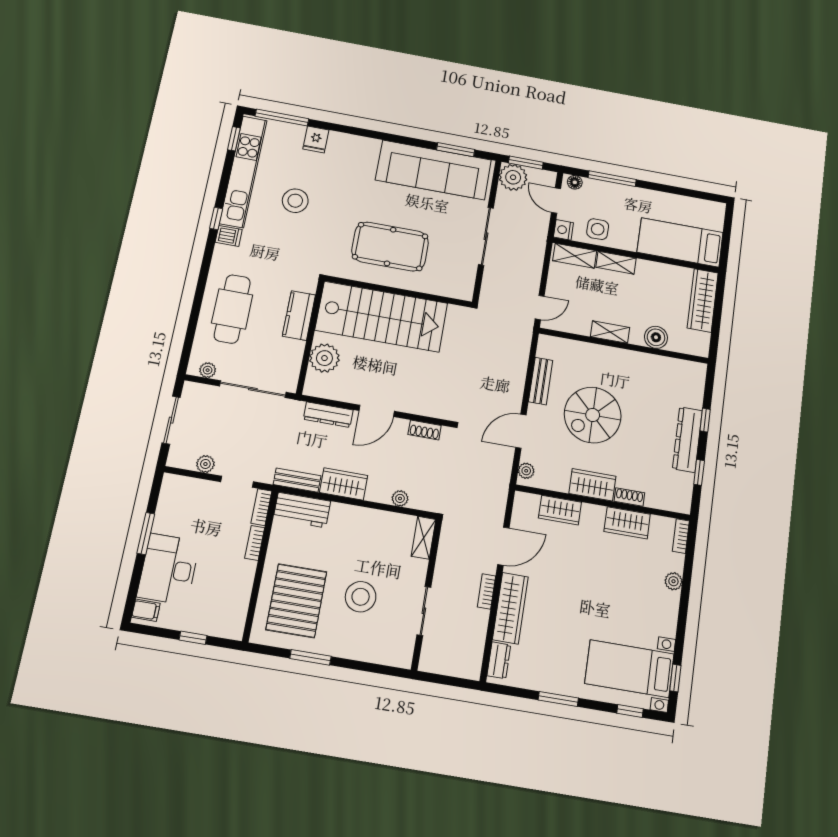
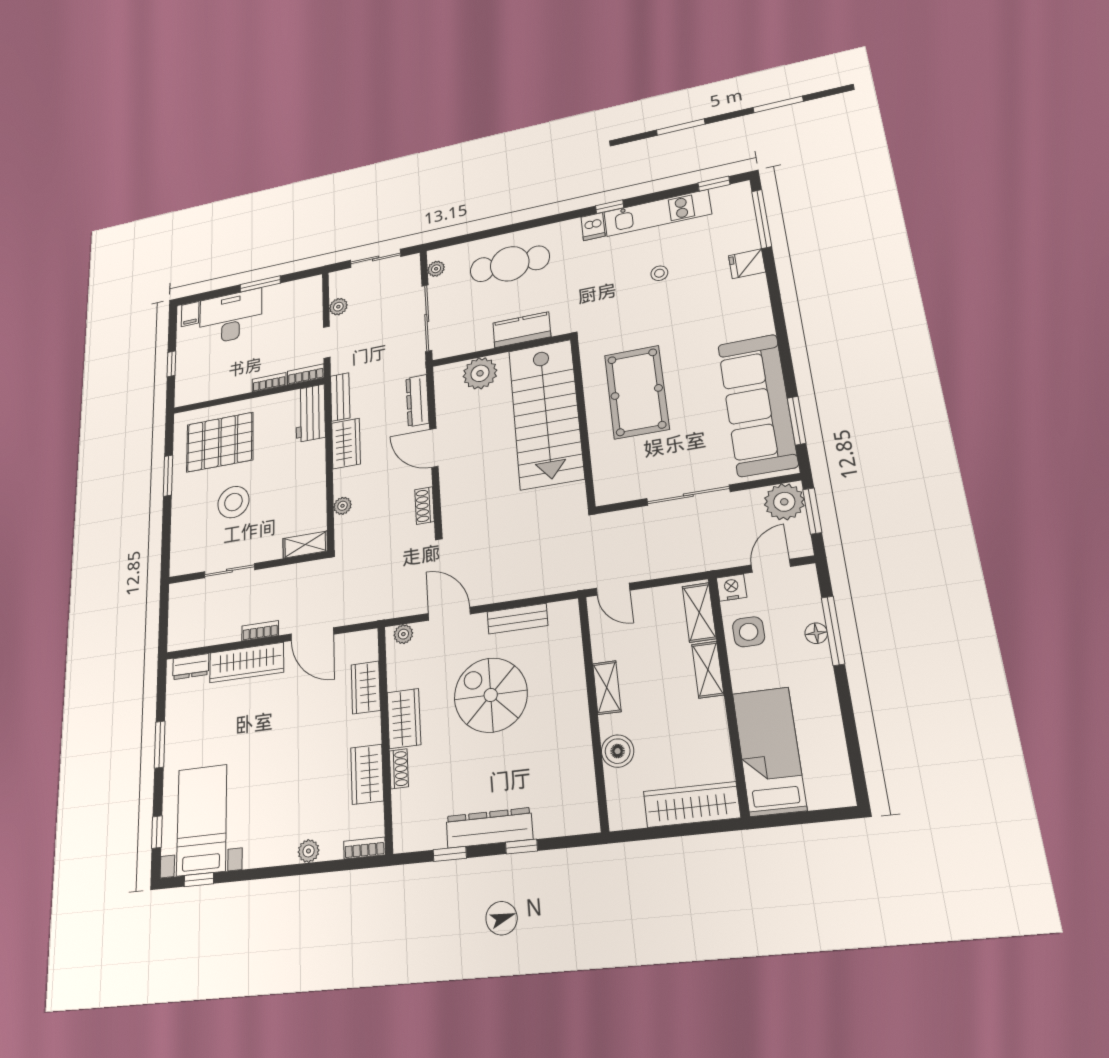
kitchen unit: (243, 172) -> (657, 213), width x0.73
floor lamp: (575, 182) -> (816, 633), moved
stool: (295, 201) -> (659, 273), width x0.53, depth x0.53

